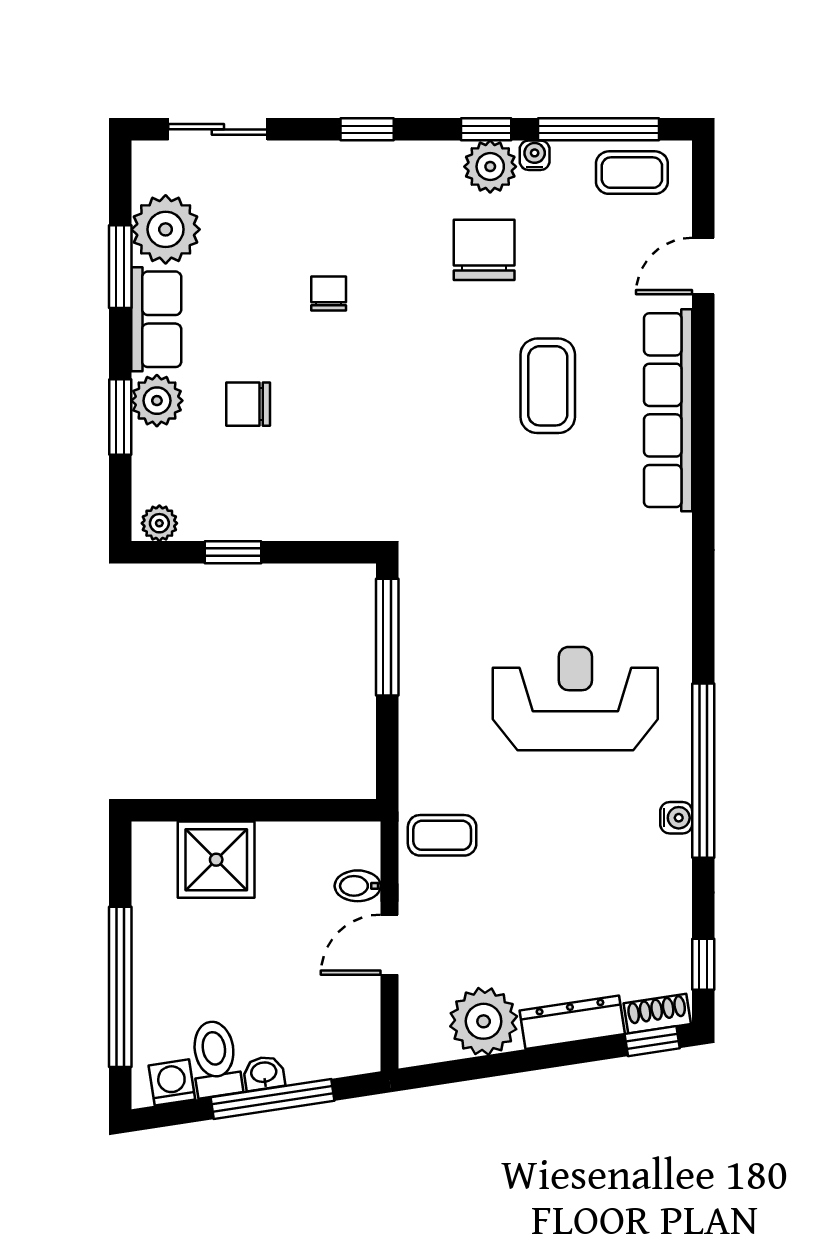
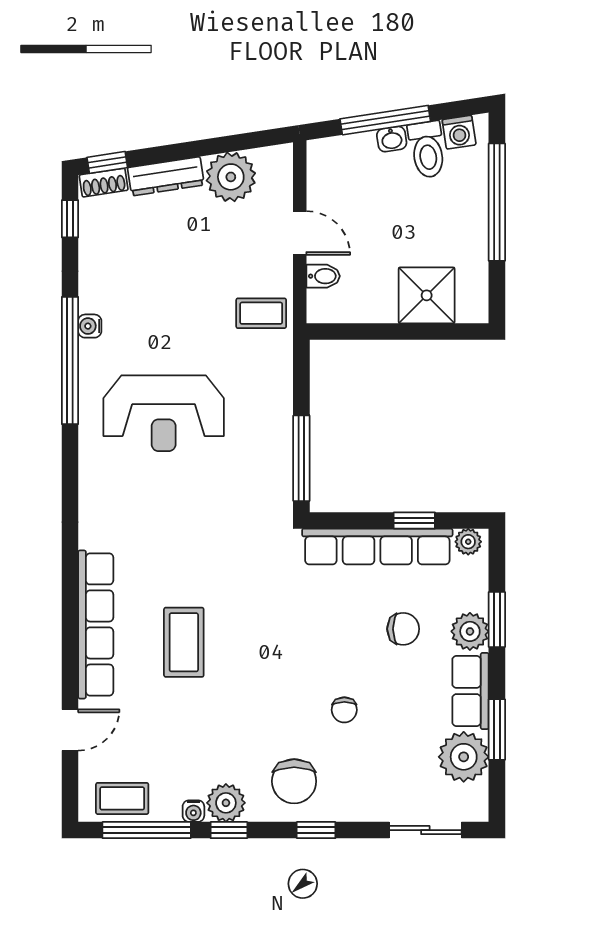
chair: (484, 250) -> (294, 781), moved
row of seats: (283, 517) -> (377, 546), added
door: (389, 945) -> (300, 233), hinge flipped

